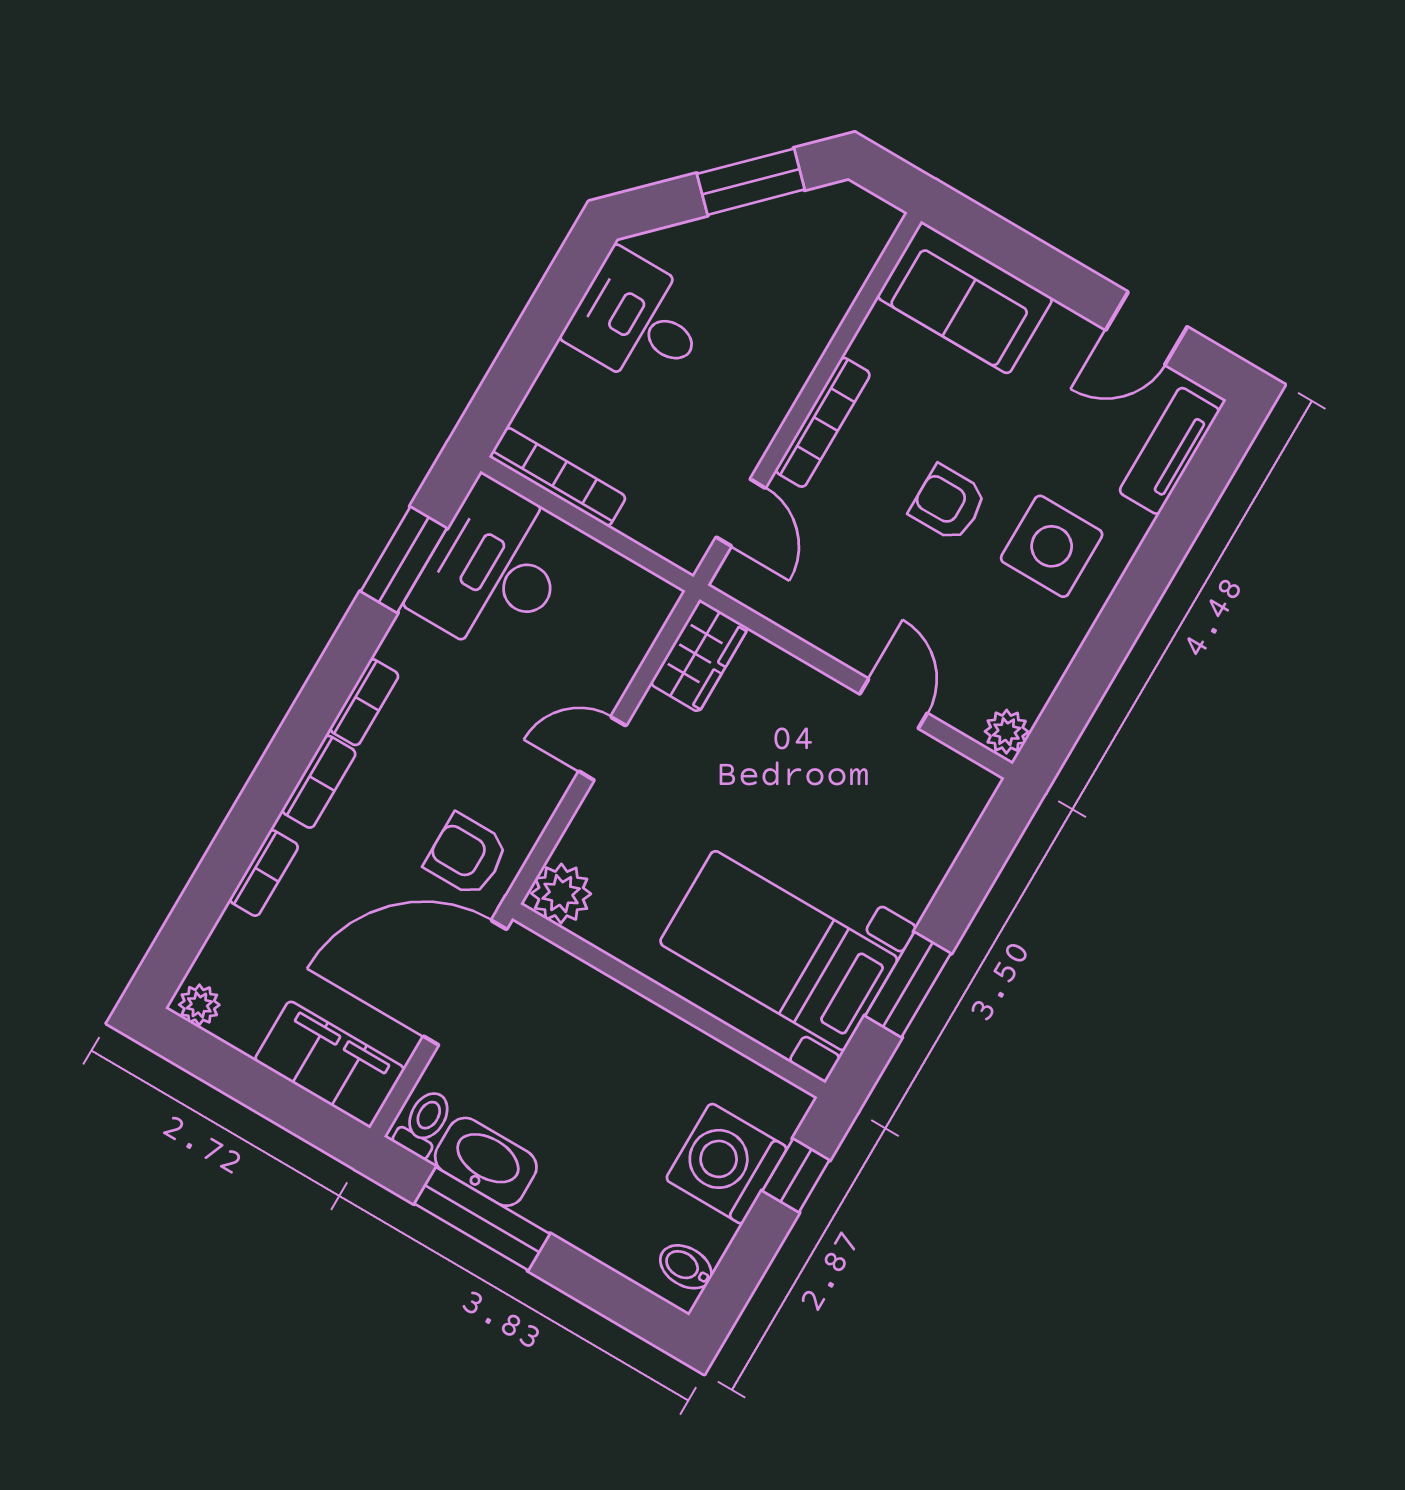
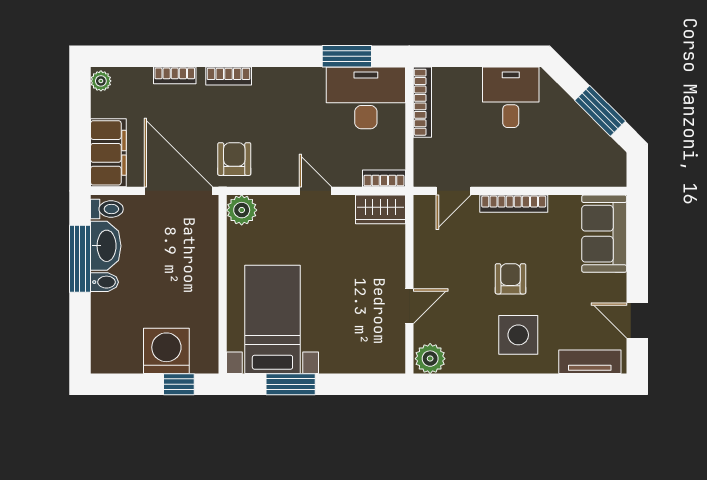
bookcase: (364, 702) -> (384, 178), moved, turned 180
plant: (1007, 732) -> (430, 359), width x1.38, depth x1.38
bidet: (686, 1267) -> (105, 282), moved, turned 90

